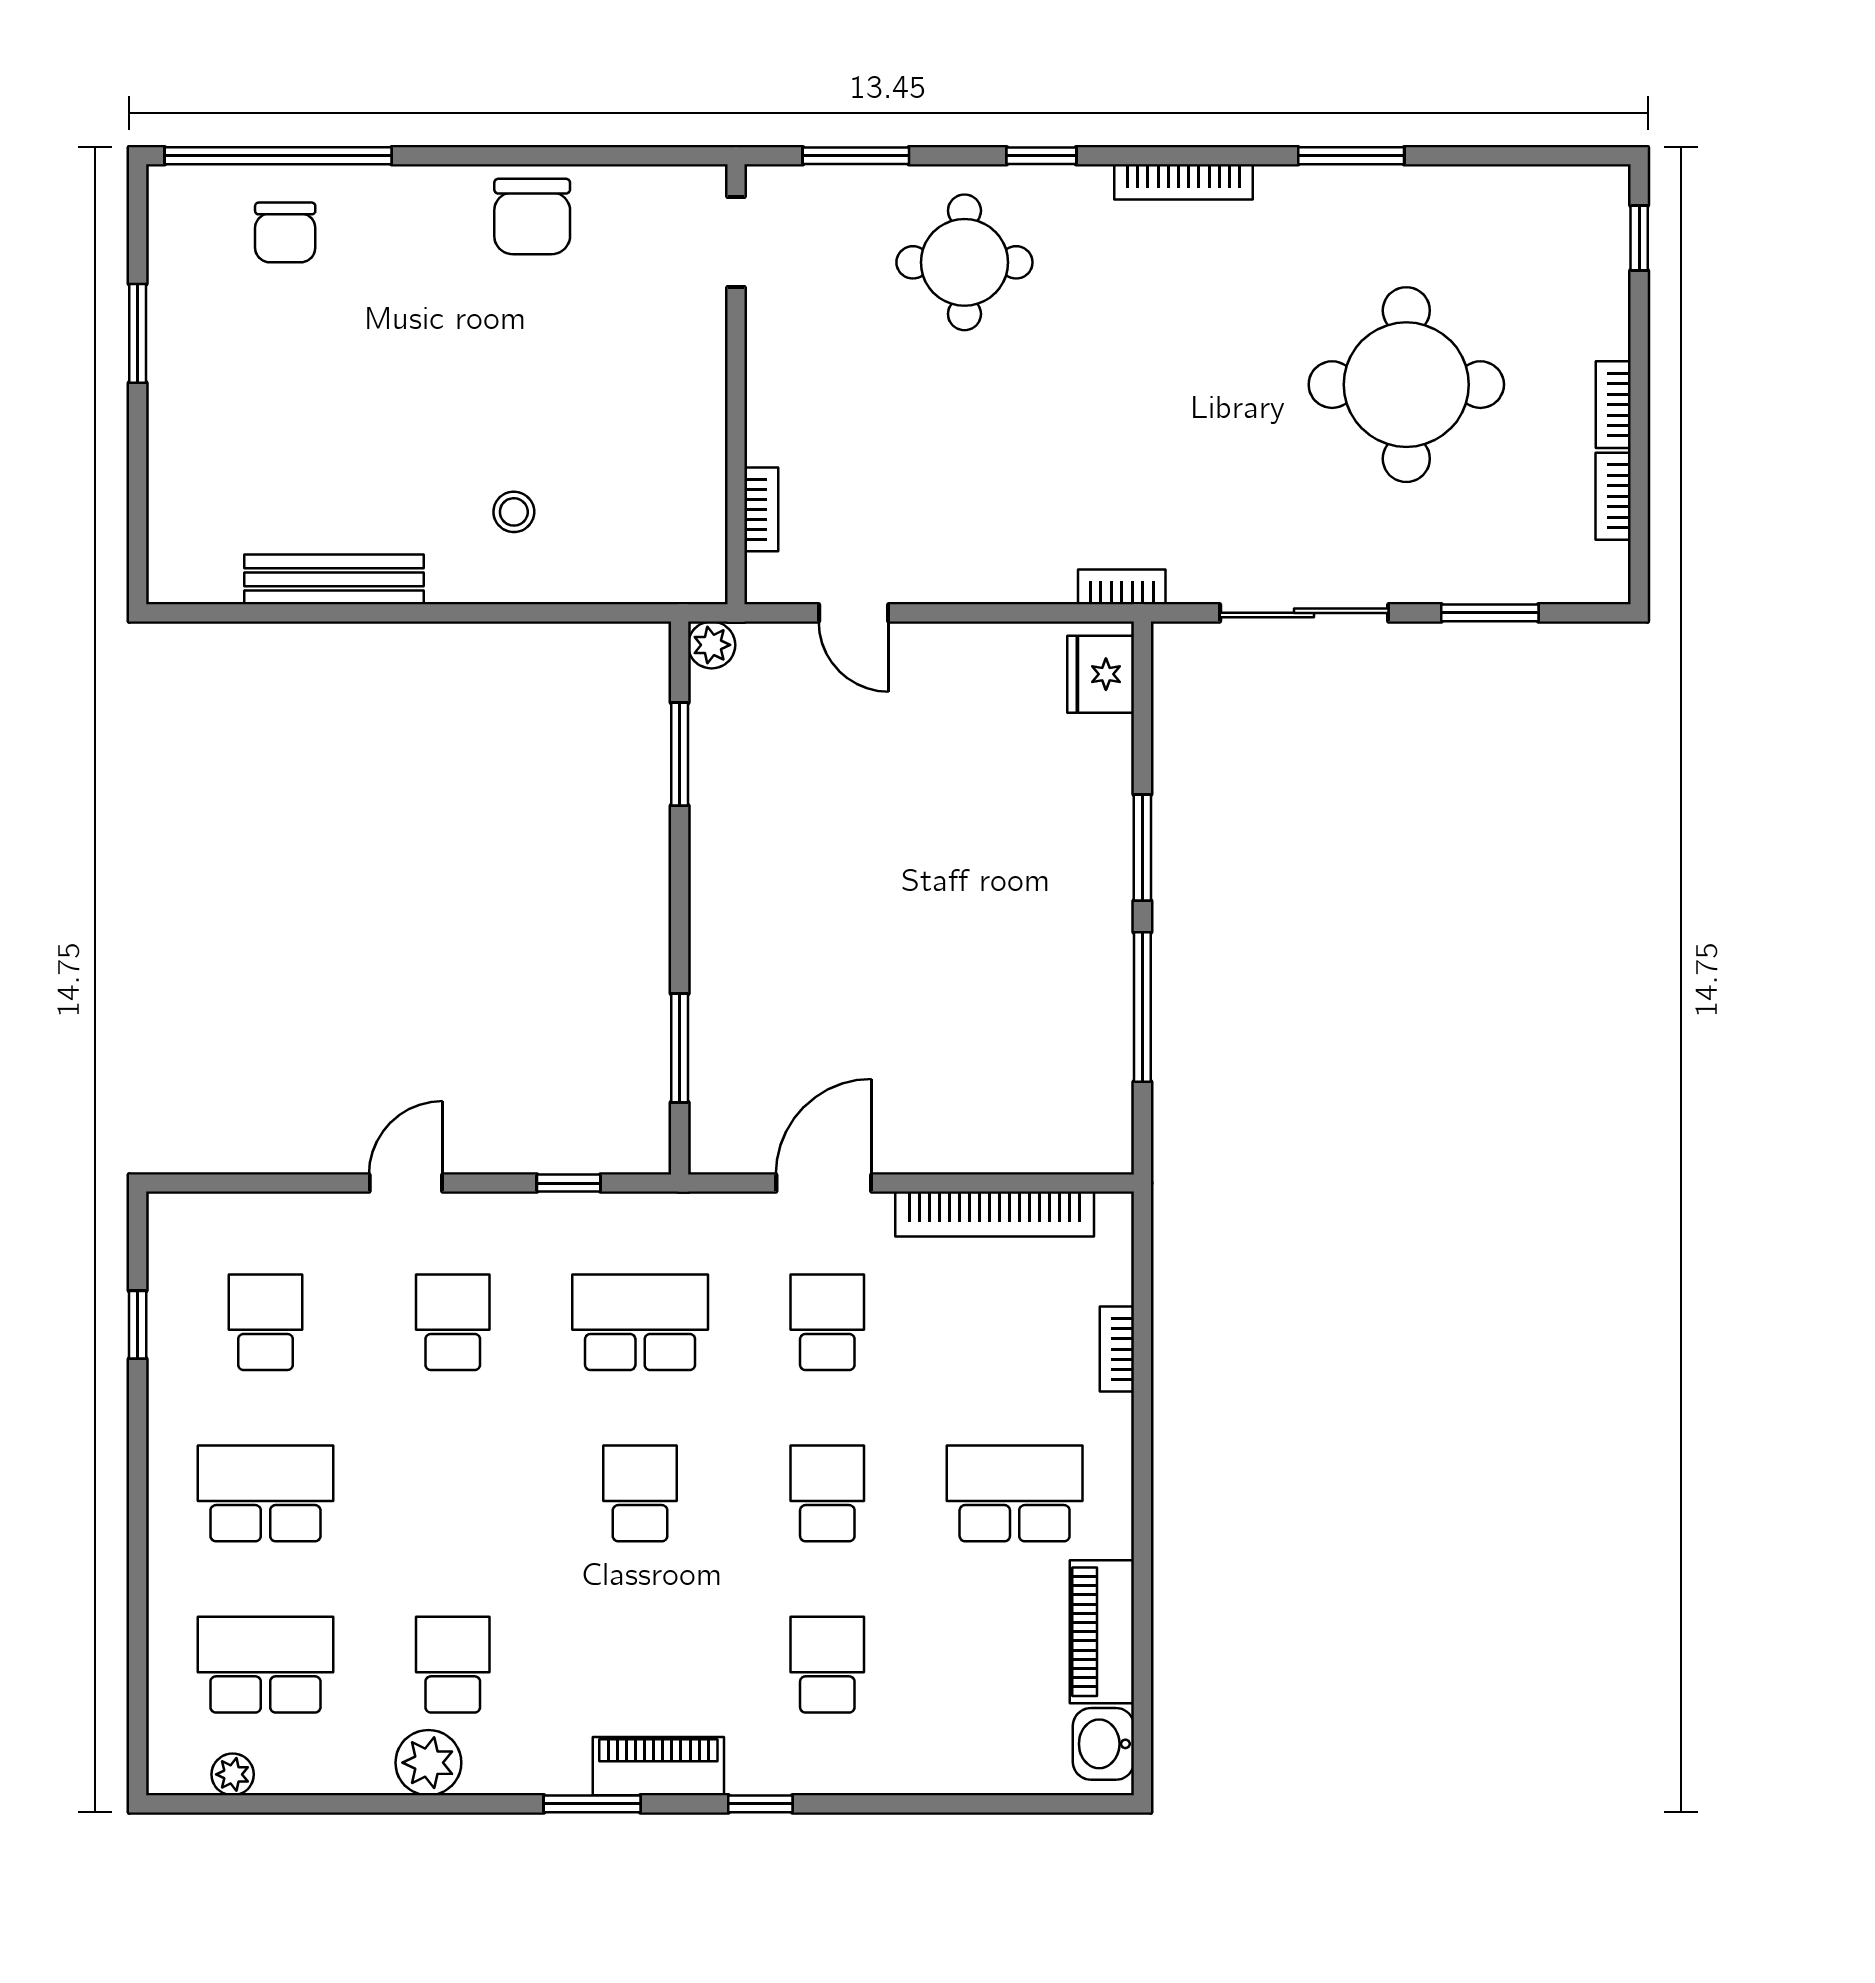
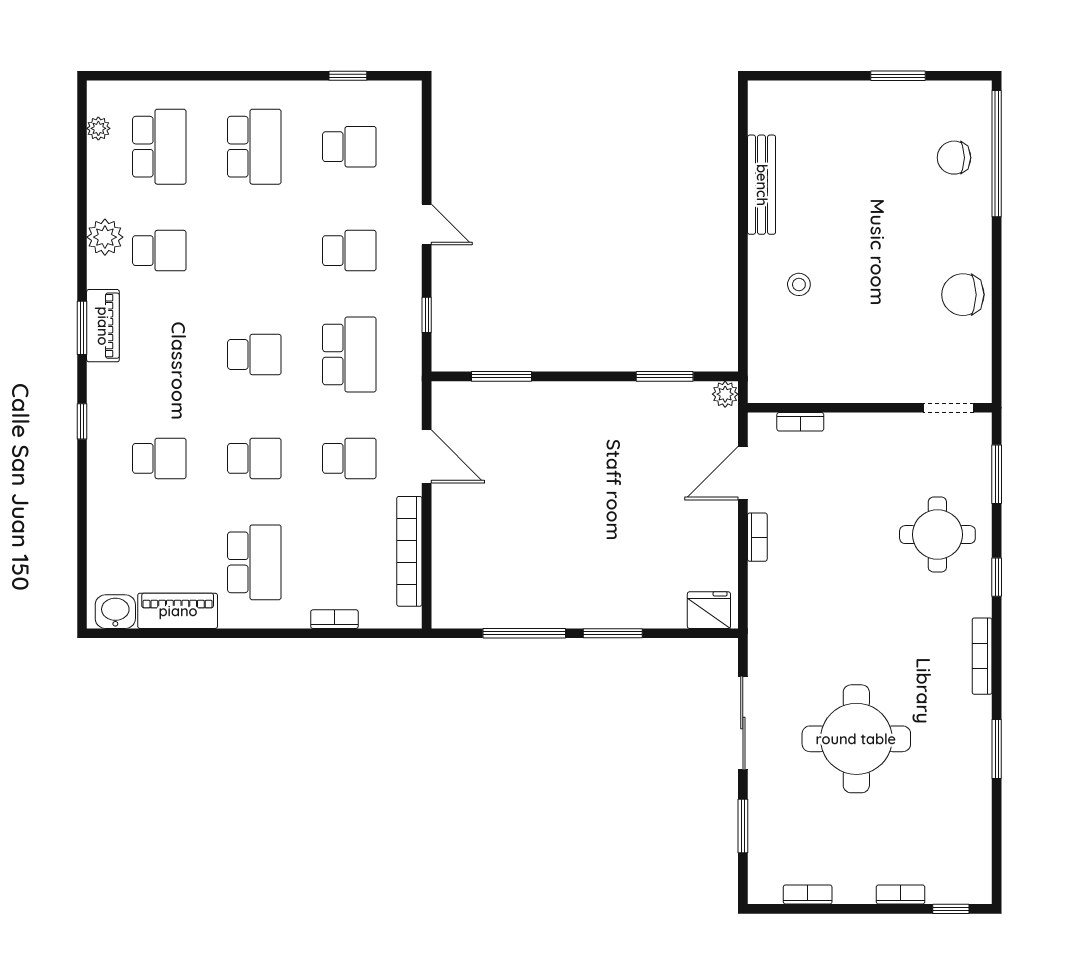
round table: (1406, 385) -> (856, 739), moved
bookcase: (1613, 405) -> (901, 895), moved
bookcase: (1122, 587) -> (757, 537), moved
door: (854, 613) -> (743, 473), width x1.38
piano: (658, 1766) -> (103, 326), moved

